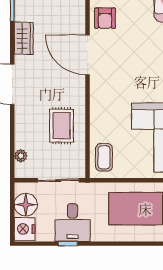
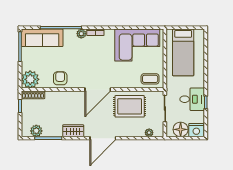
armchair: (105, 18) -> (60, 78), turned -90
door: (88, 55) -> (98, 90), moved
rug: (62, 126) -> (130, 106), width x1.36, depth x1.43

